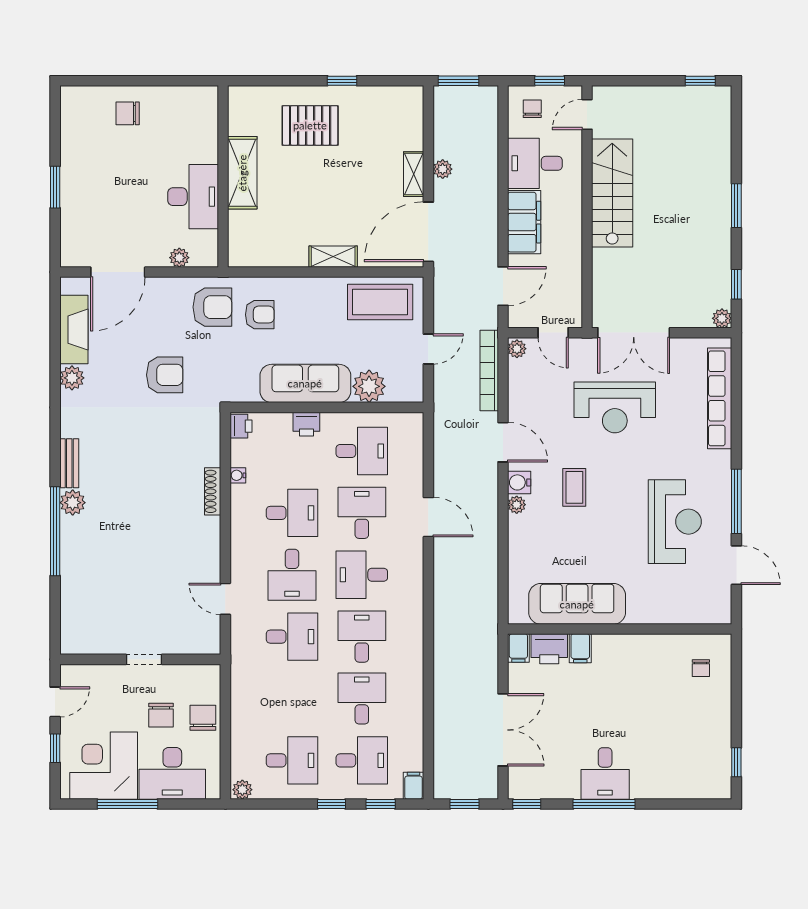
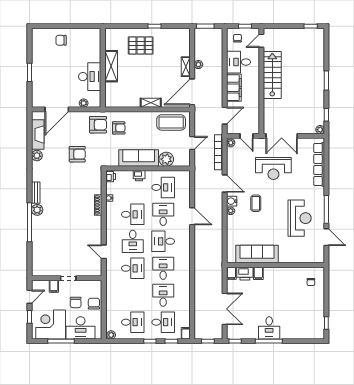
filing cabinet: (111, 678) -> (54, 286), added

